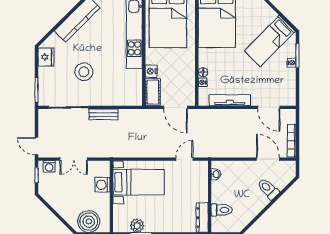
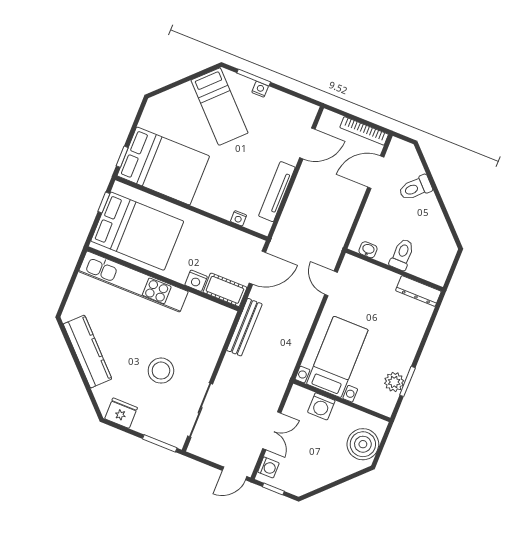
floor lamp: (203, 72) -> (225, 212), removed
bench: (103, 114) -> (244, 327), moved, width x1.36
toilet: (222, 210) -> (402, 254), moved

